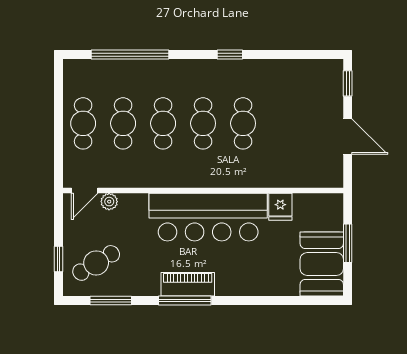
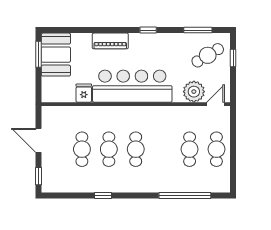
window: (230, 55) -> (103, 196), moved
cafe table: (163, 123) -> (82, 149), moved
plant: (109, 202) -> (194, 92), width x1.88, depth x1.88
window: (348, 243) -> (38, 54), moved
piano: (188, 284) -> (110, 41), moved
window: (185, 300) -> (148, 30), width x0.46

